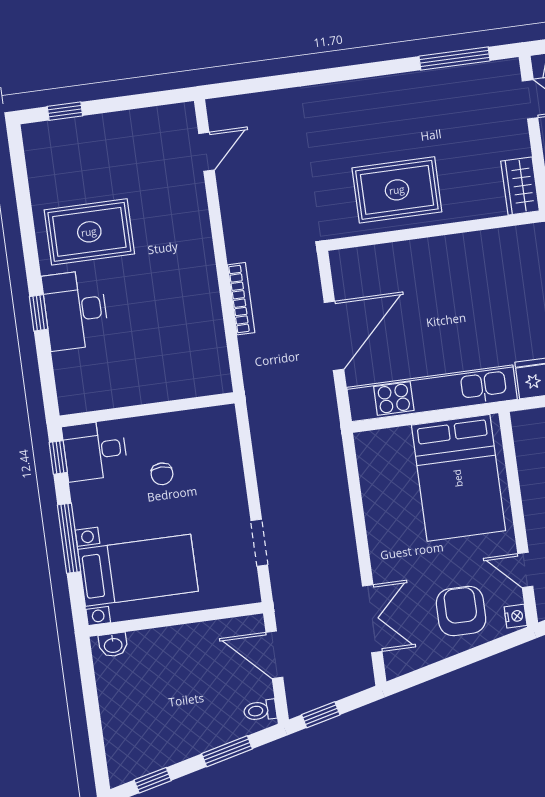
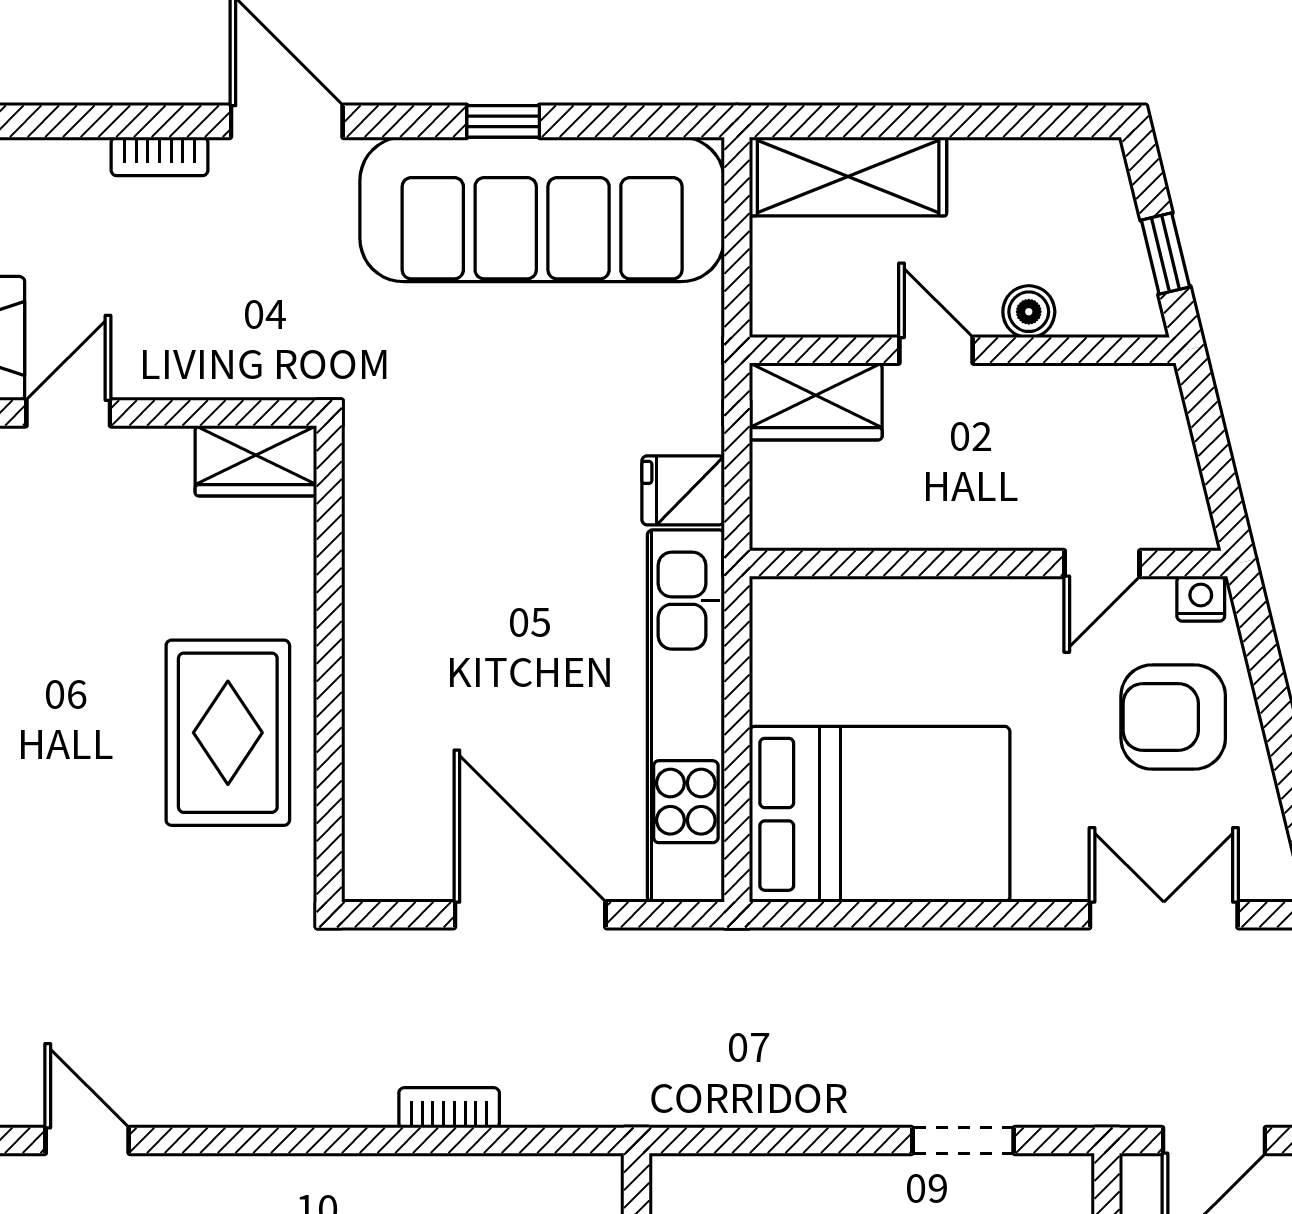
bookcase: (241, 299) -> (449, 1108), width x0.64
bed: (458, 478) -> (880, 814), moved

